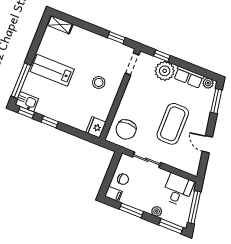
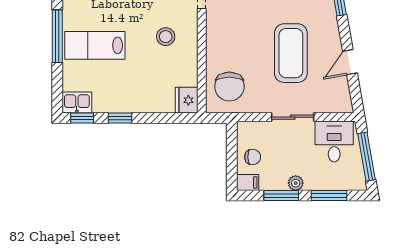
window: (21, 81) -> (57, 36), moved
door: (207, 144) -> (350, 62), hinge flipped
sliding door: (147, 160) -> (293, 117), moved
plant: (157, 211) -> (296, 183), moved
window: (171, 226) -> (329, 196), moved

